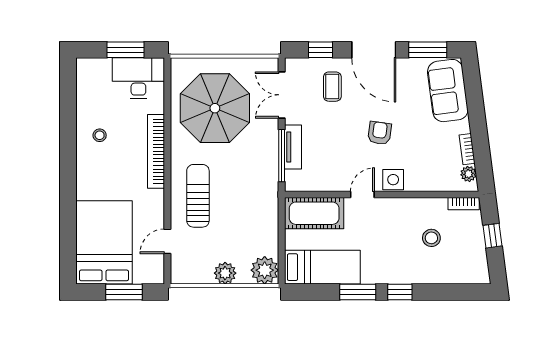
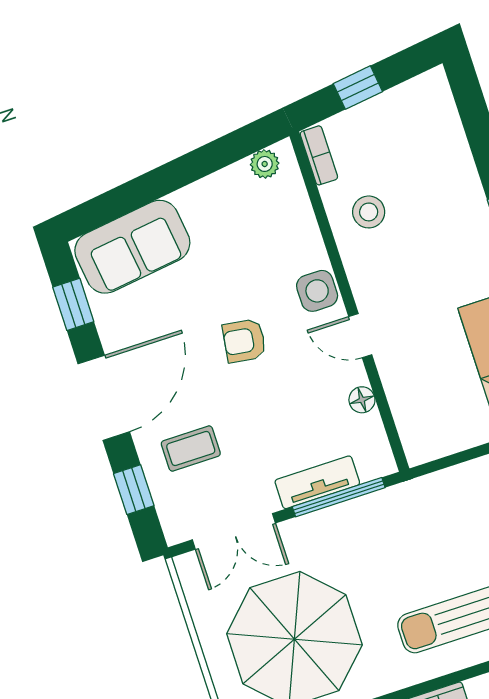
window: (428, 50) -> (73, 304), width x0.67
bookcase: (467, 149) -> (223, 180), removed
floor lamp: (329, 184) -> (362, 400), added
cot: (314, 213) -> (420, 408), removed
stool: (431, 238) -> (369, 212), moved

